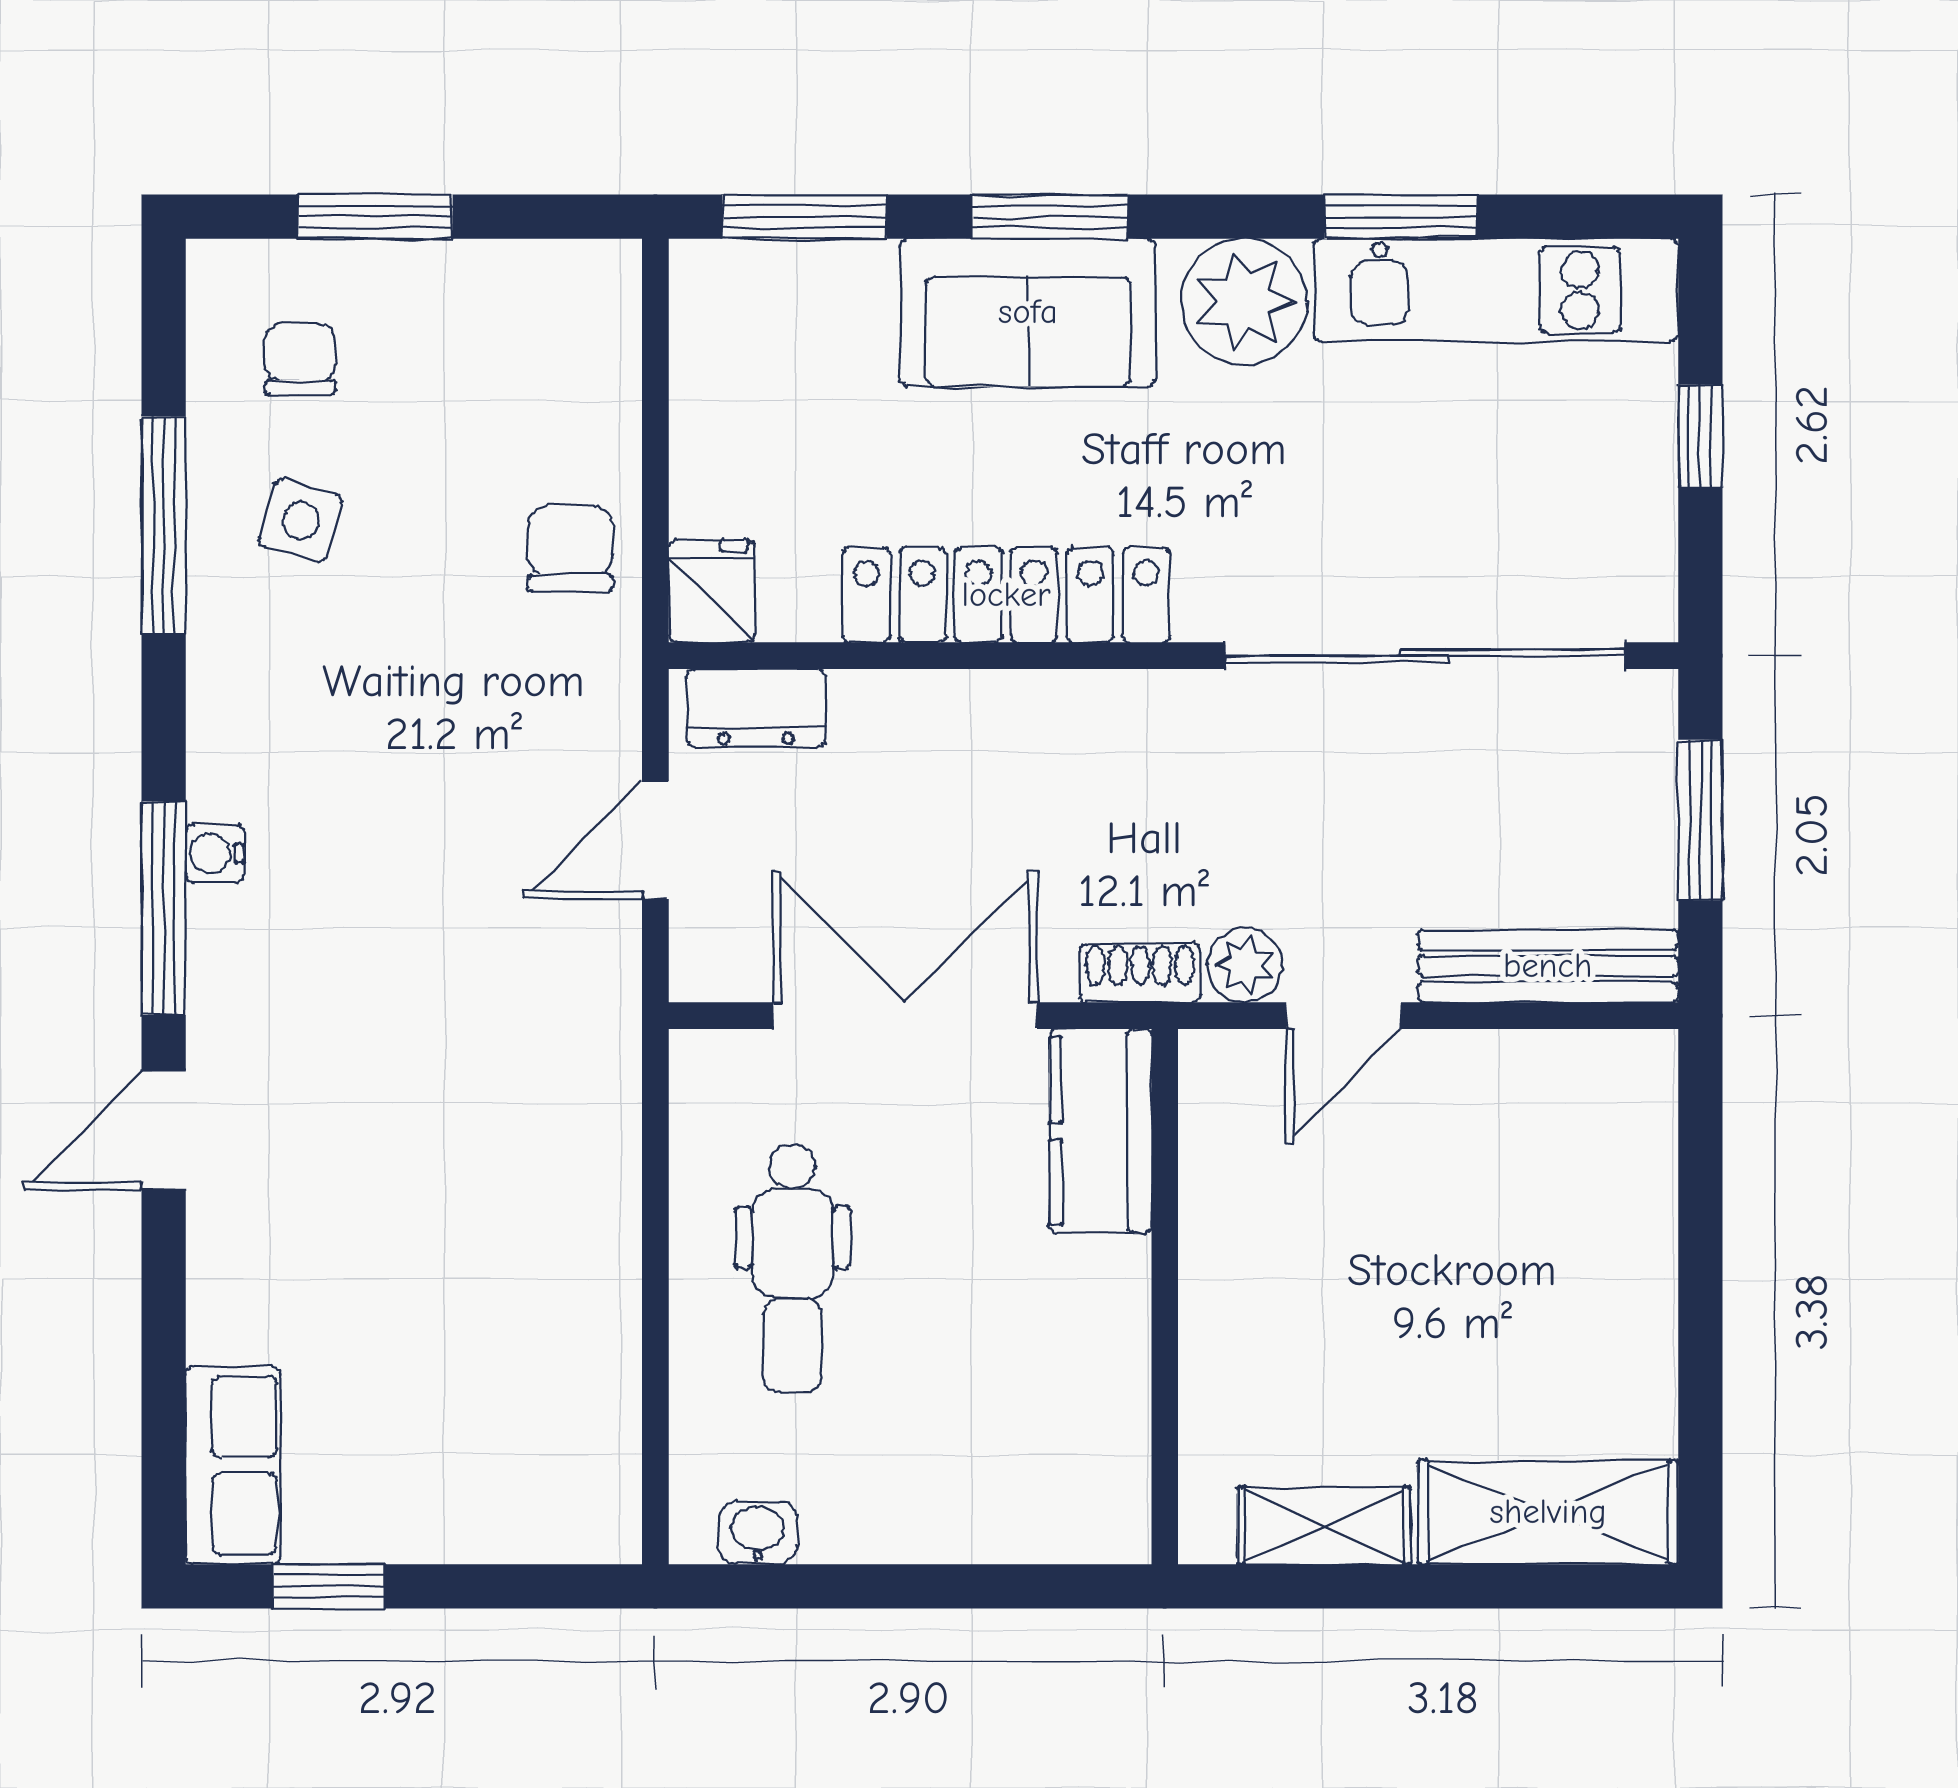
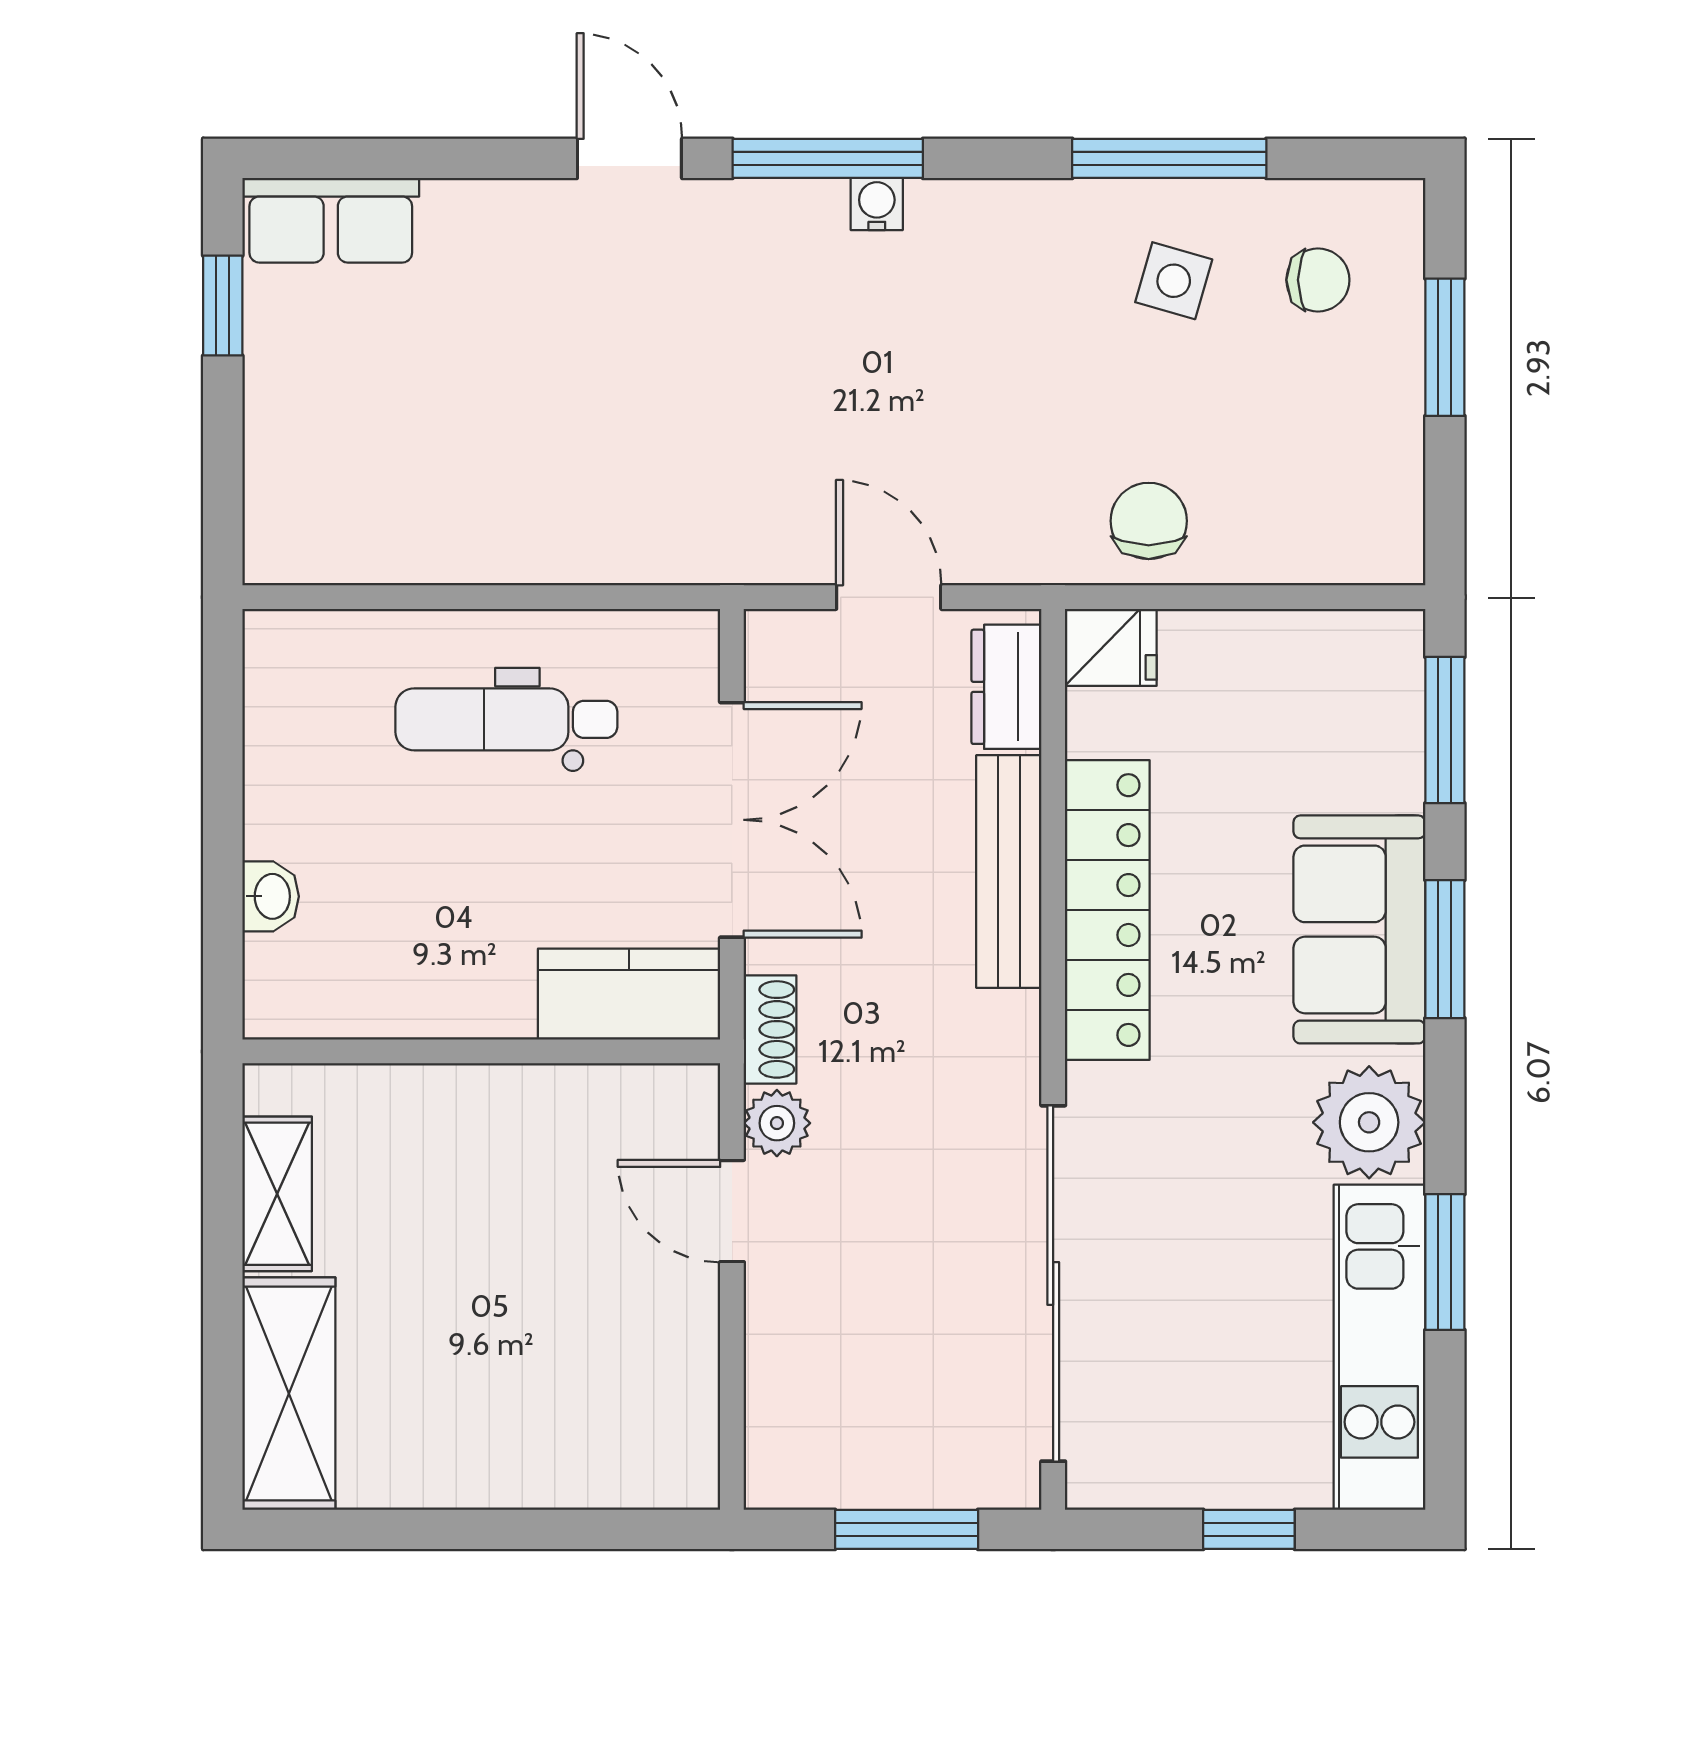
chair: (570, 549) -> (1149, 521), turned -90
bench: (1548, 966) -> (1009, 872), moved
washbasin: (758, 1533) -> (271, 896), moved

